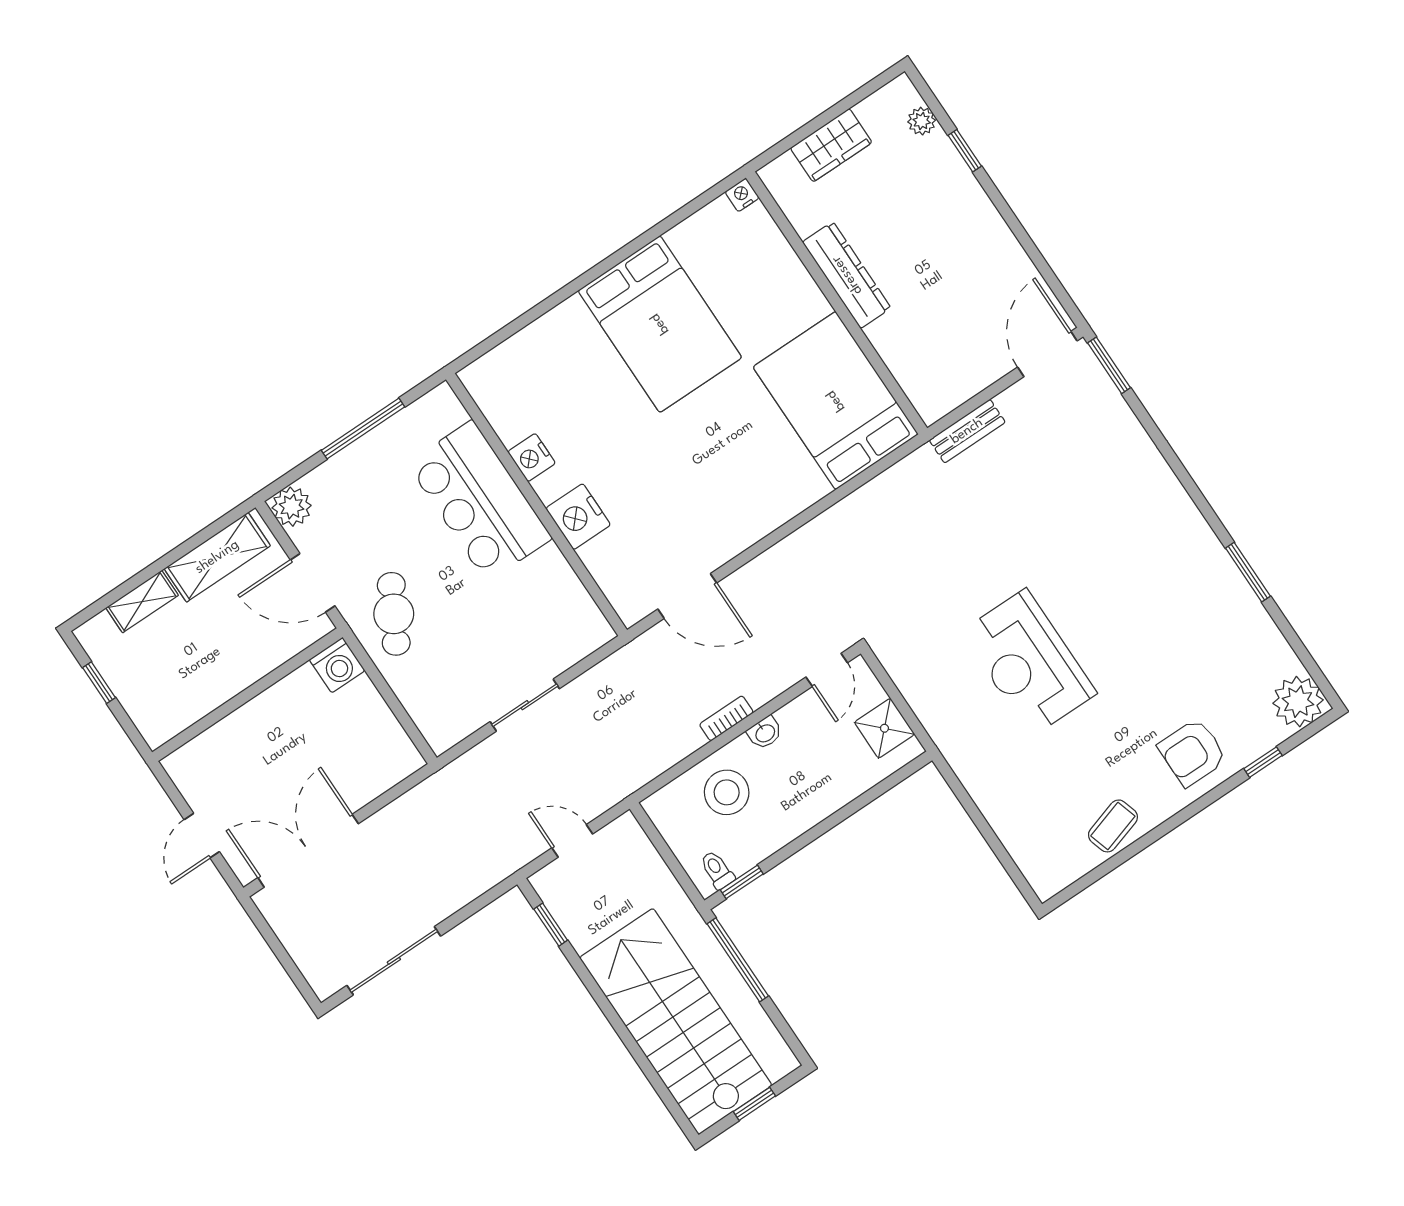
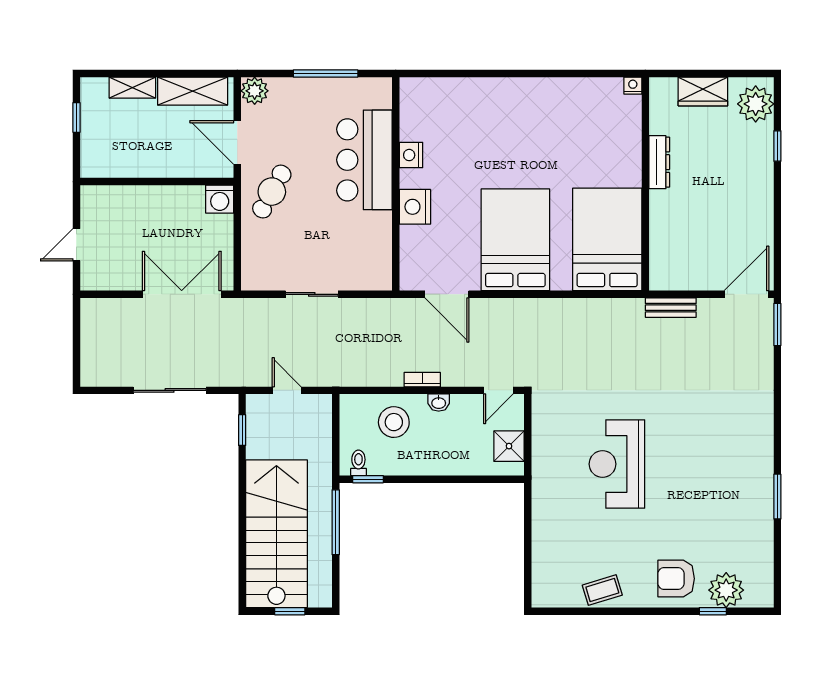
plant: (922, 121) -> (756, 104), width x1.87, depth x1.87
dresser: (847, 275) -> (659, 162), width x0.73, depth x0.80
bed: (660, 324) -> (515, 240), moved, turned 180
plant: (1298, 702) -> (726, 590), moved
double door: (308, 851) -> (182, 294), moved
sliding door: (394, 961) -> (170, 390), moved

